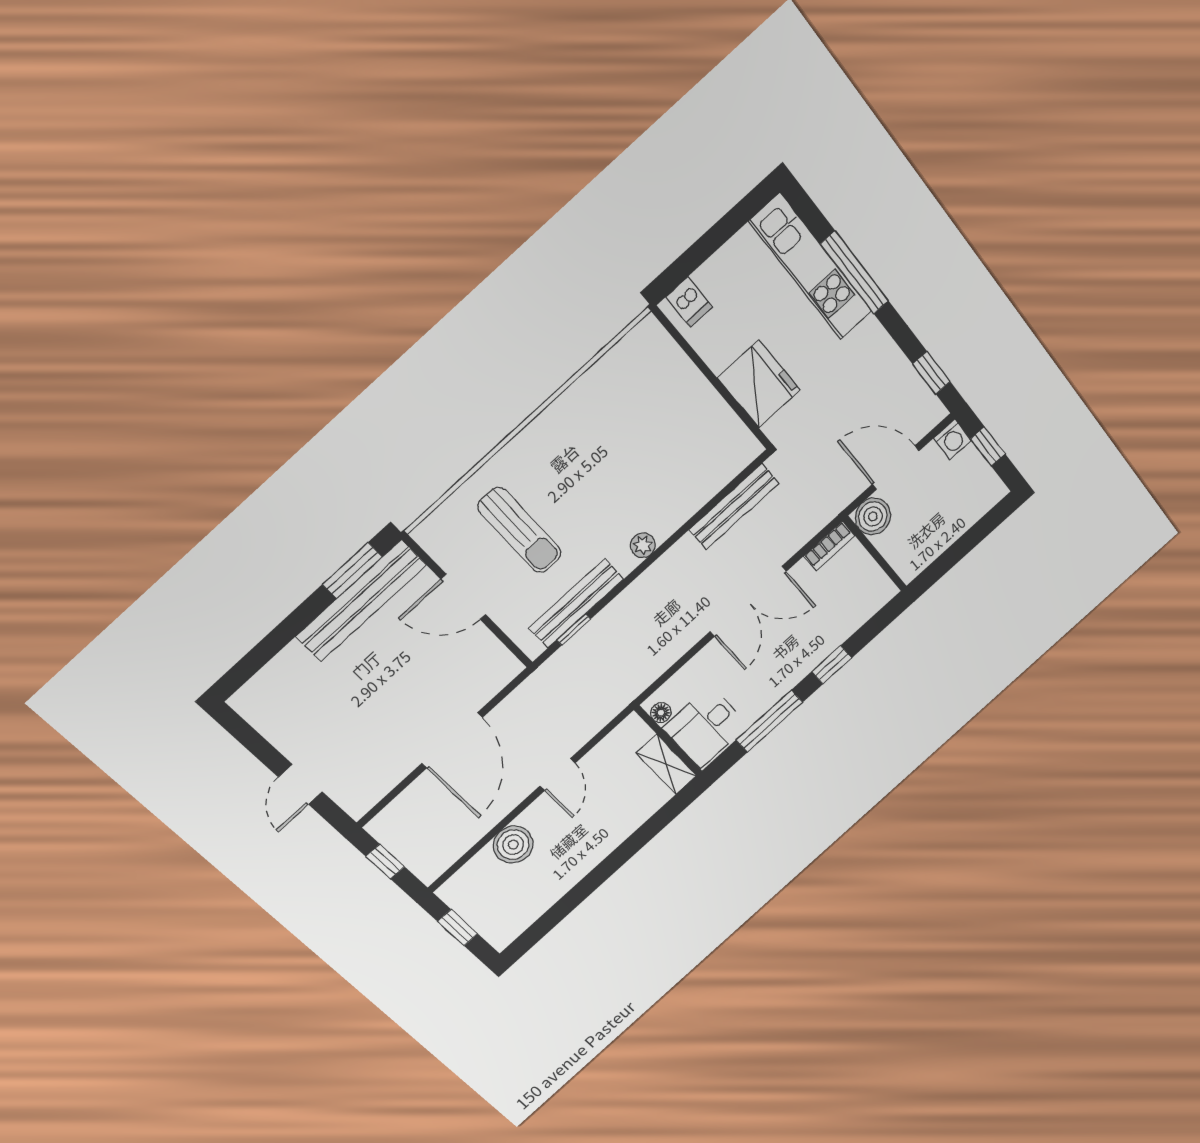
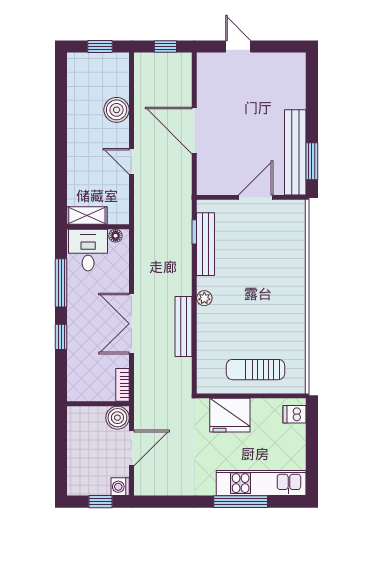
window: (931, 373) -> (162, 502), removed
bench: (734, 507) -> (184, 327), moved
sun lounger: (520, 530) -> (255, 370), moved

